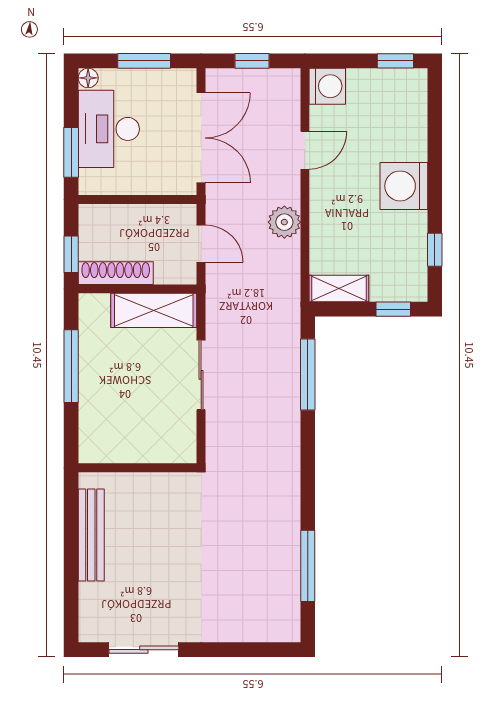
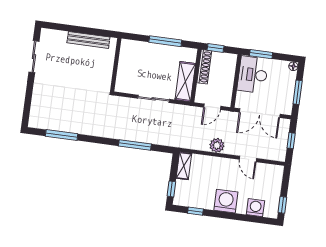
washing machine: (327, 86) -> (255, 208), moved, turned 180
desk: (109, 129) -> (253, 75), moved, turned -90
window: (308, 375) -> (135, 145), moved

